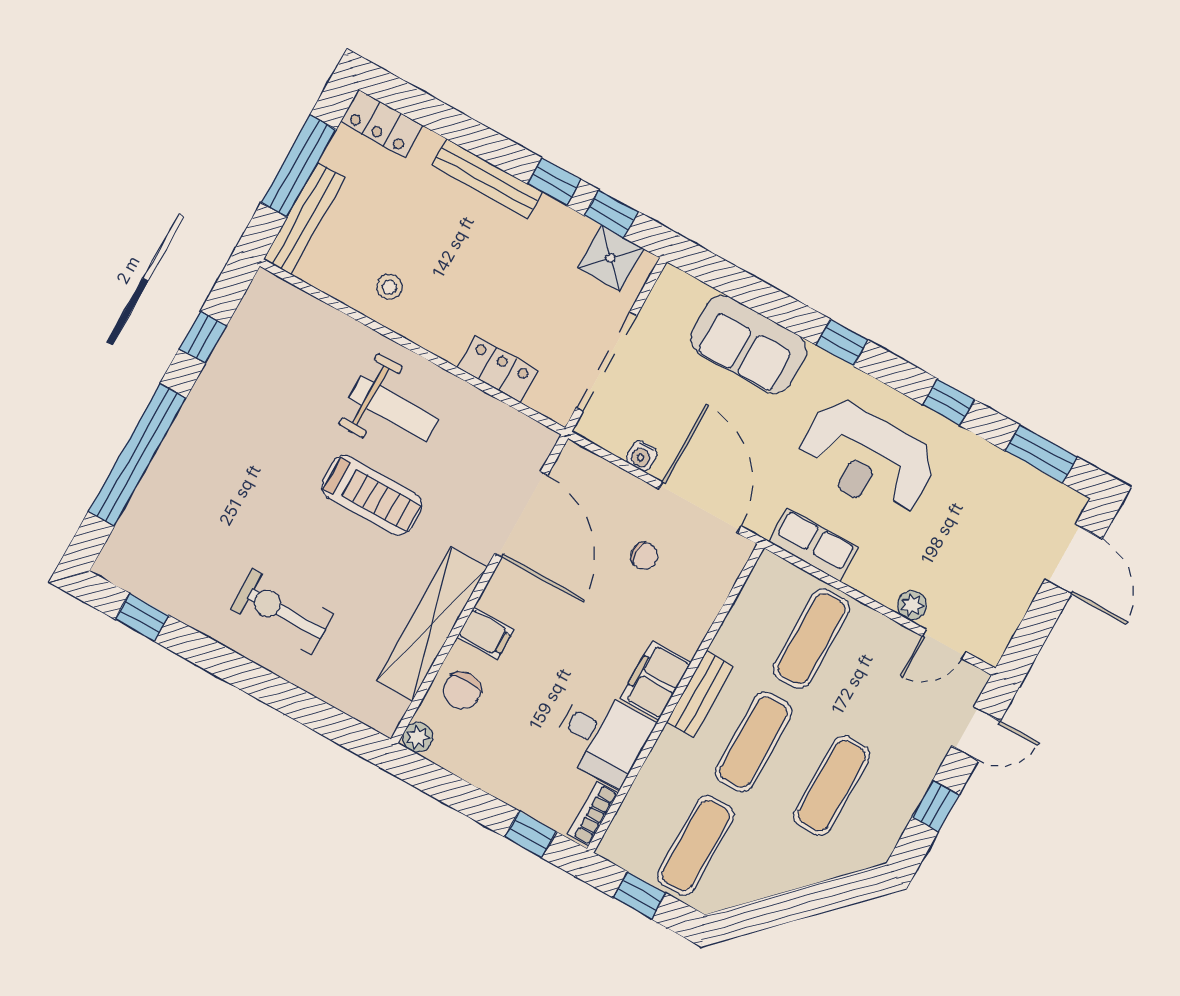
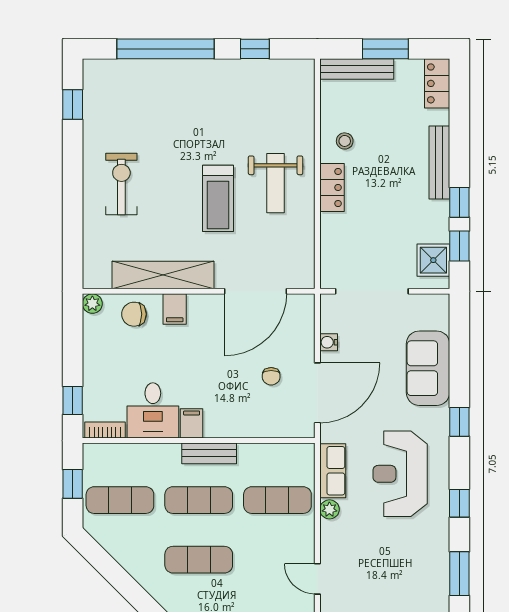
window: (298, 166) -> (385, 49), width x0.69
locker: (498, 369) -> (332, 187), moved
plant: (912, 605) -> (329, 509), moved
filing cabinet: (656, 680) -> (192, 423), width x0.50

